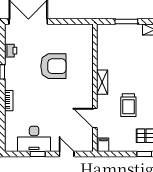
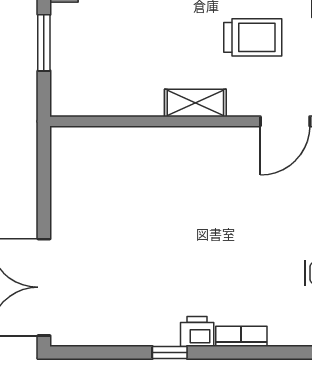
printer: (11, 51) -> (197, 332), moved
armchair: (53, 66) -> (156, 225), removed

